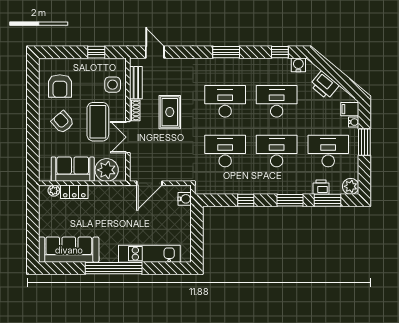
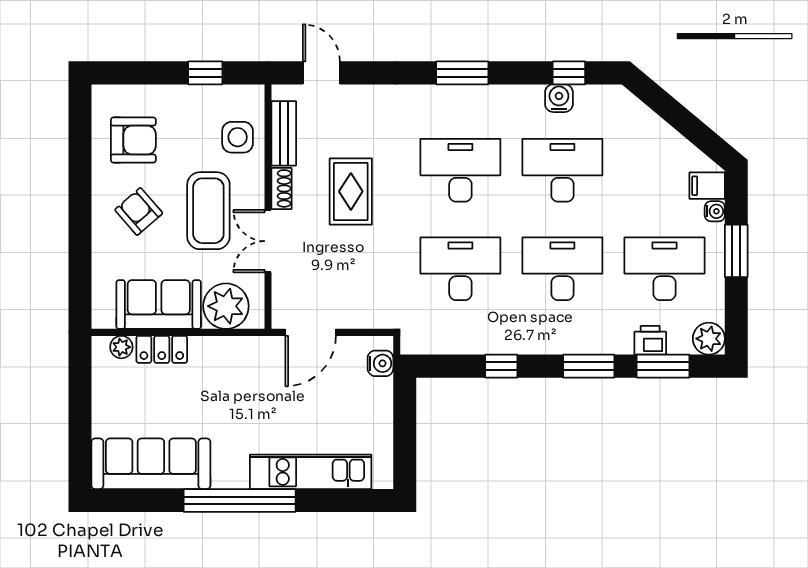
water cooler: (298, 65) -> (559, 98), moved
printer: (324, 85) -> (657, 138), removed
armchair: (60, 86) -> (133, 140), turned -90

